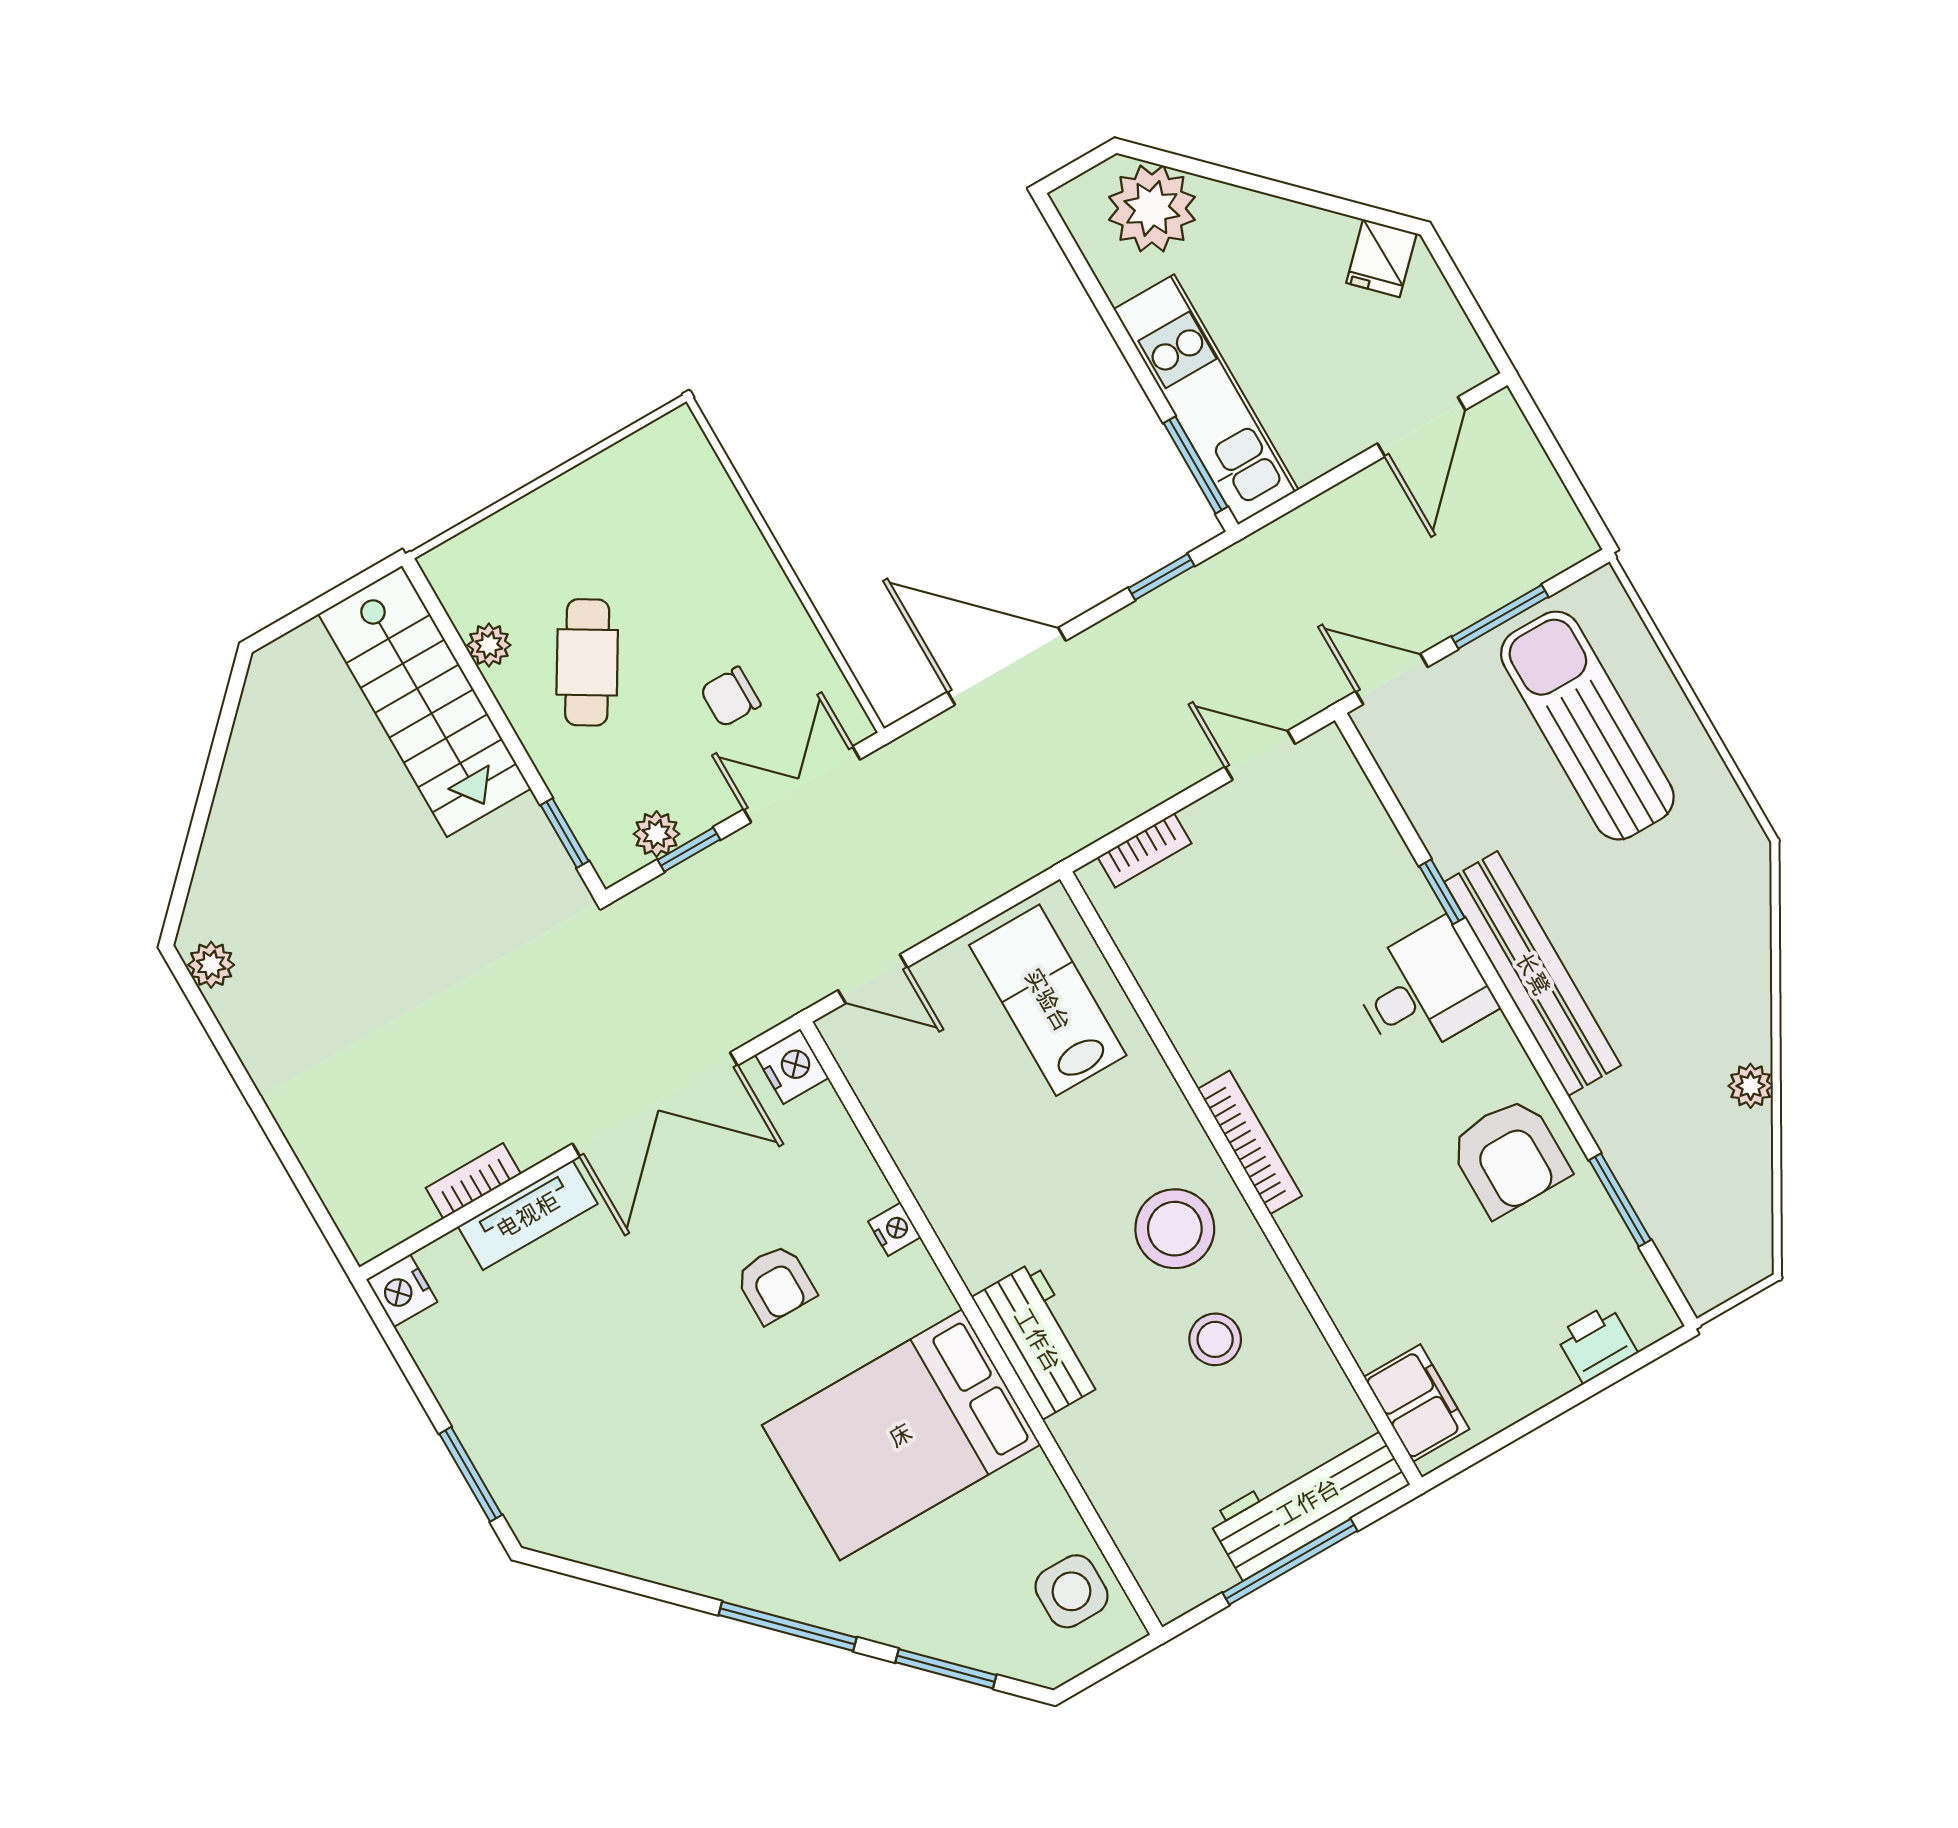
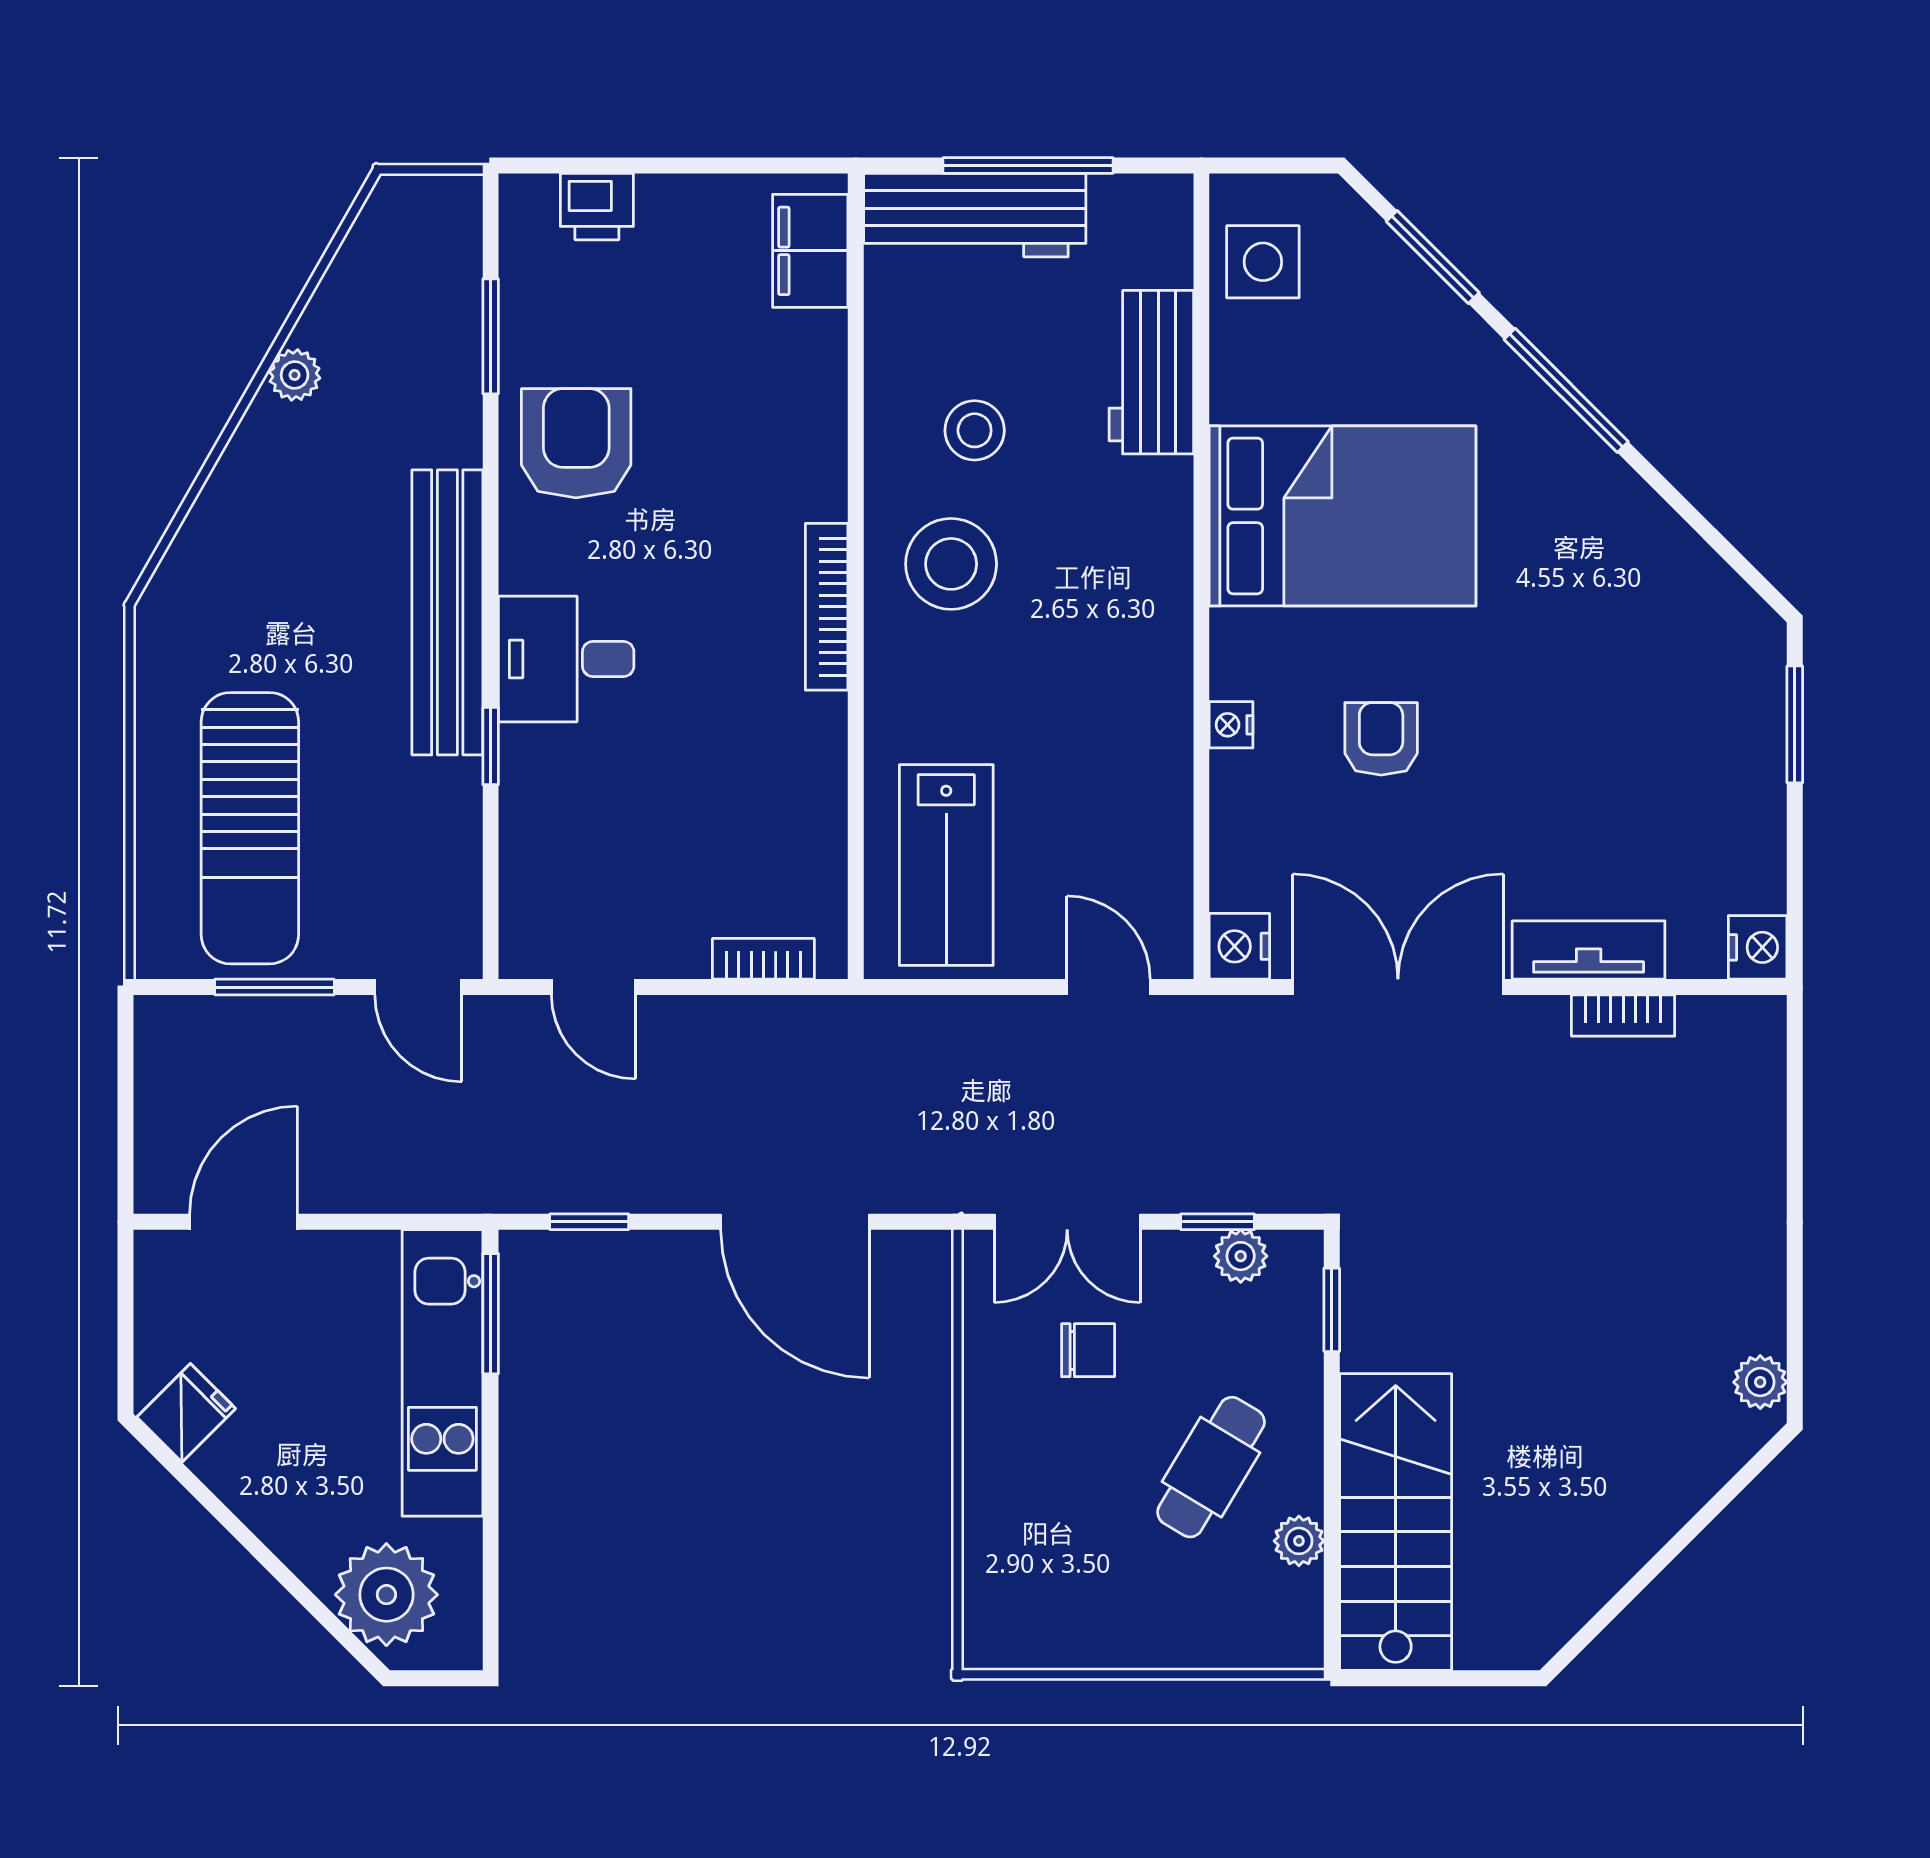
workbench: (1038, 1340) -> (1151, 372), moved

